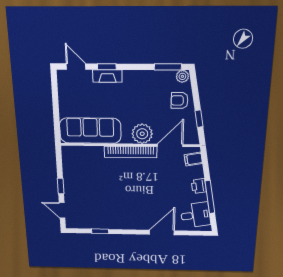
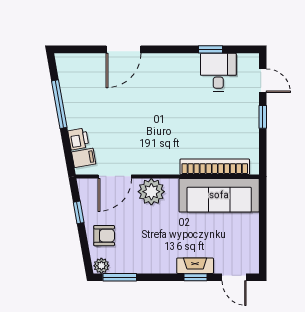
bookcase: (131, 152) -> (215, 167), moved
printer: (199, 186) -> (78, 139), moved
desk: (195, 215) -> (218, 72), moved, turned 100

